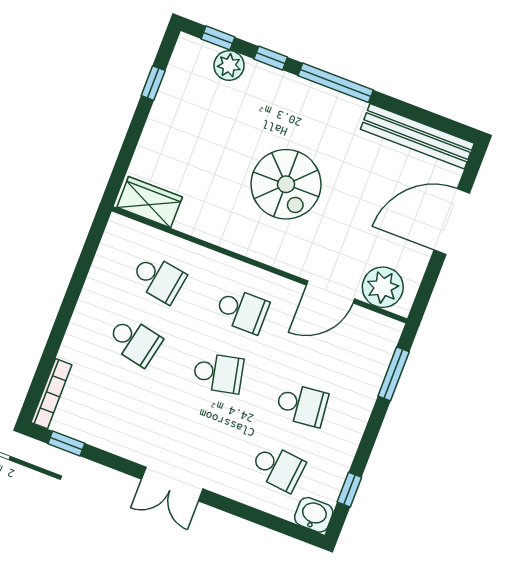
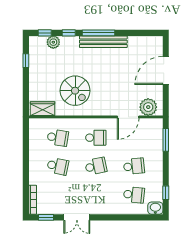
bench: (417, 136) -> (103, 42), moved
spiral stairs: (286, 184) -> (75, 91), moved
double door: (172, 484) -> (77, 217), moved

